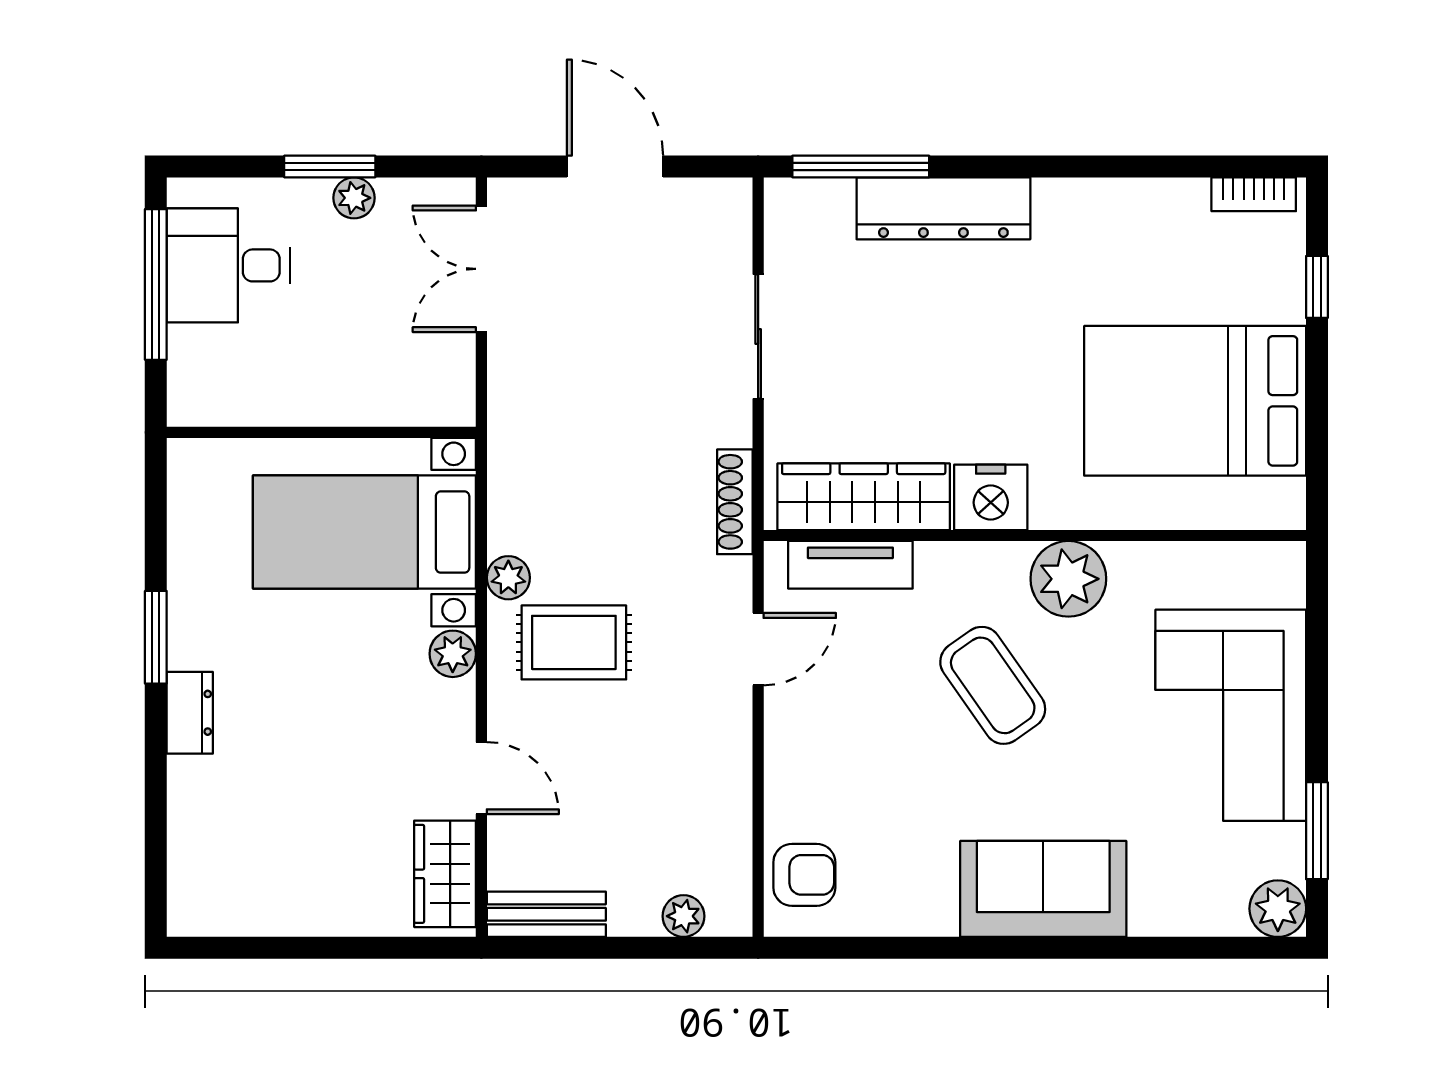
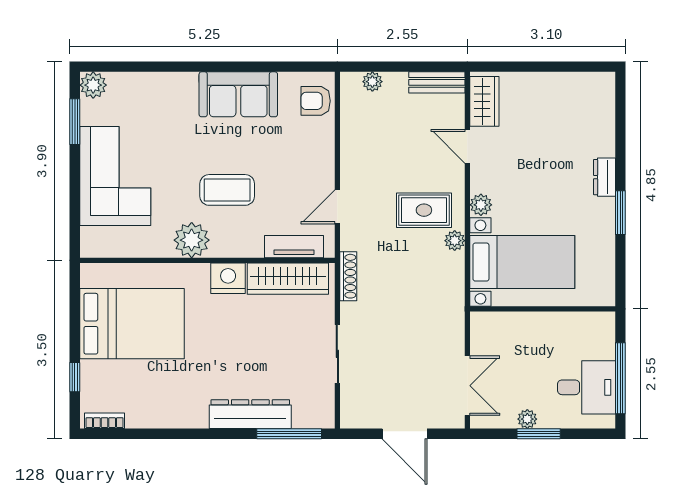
coffee table: (993, 685) -> (227, 190), turned -55
sofa: (1043, 889) -> (238, 94), moved

